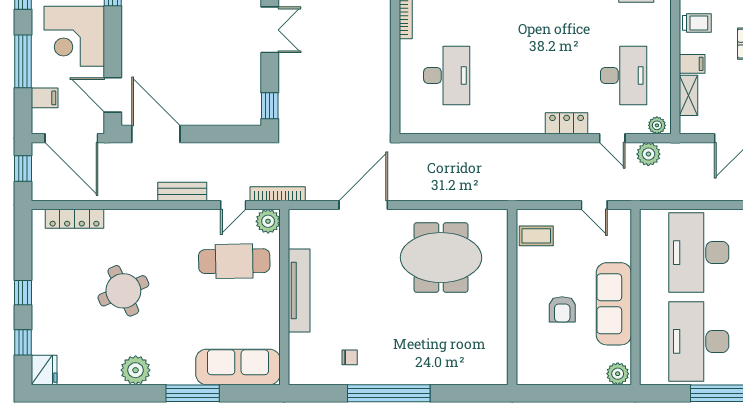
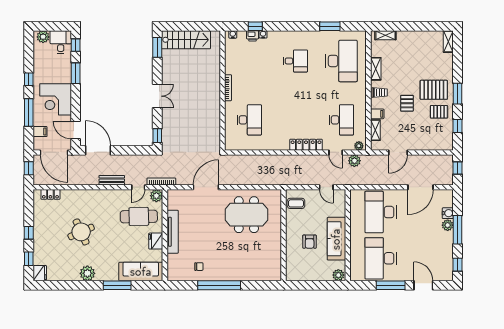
locker: (567, 123) -> (306, 145), width x1.53
locker: (74, 219) -> (50, 194), width x0.66
fridge: (267, 308) -> (156, 241), added

